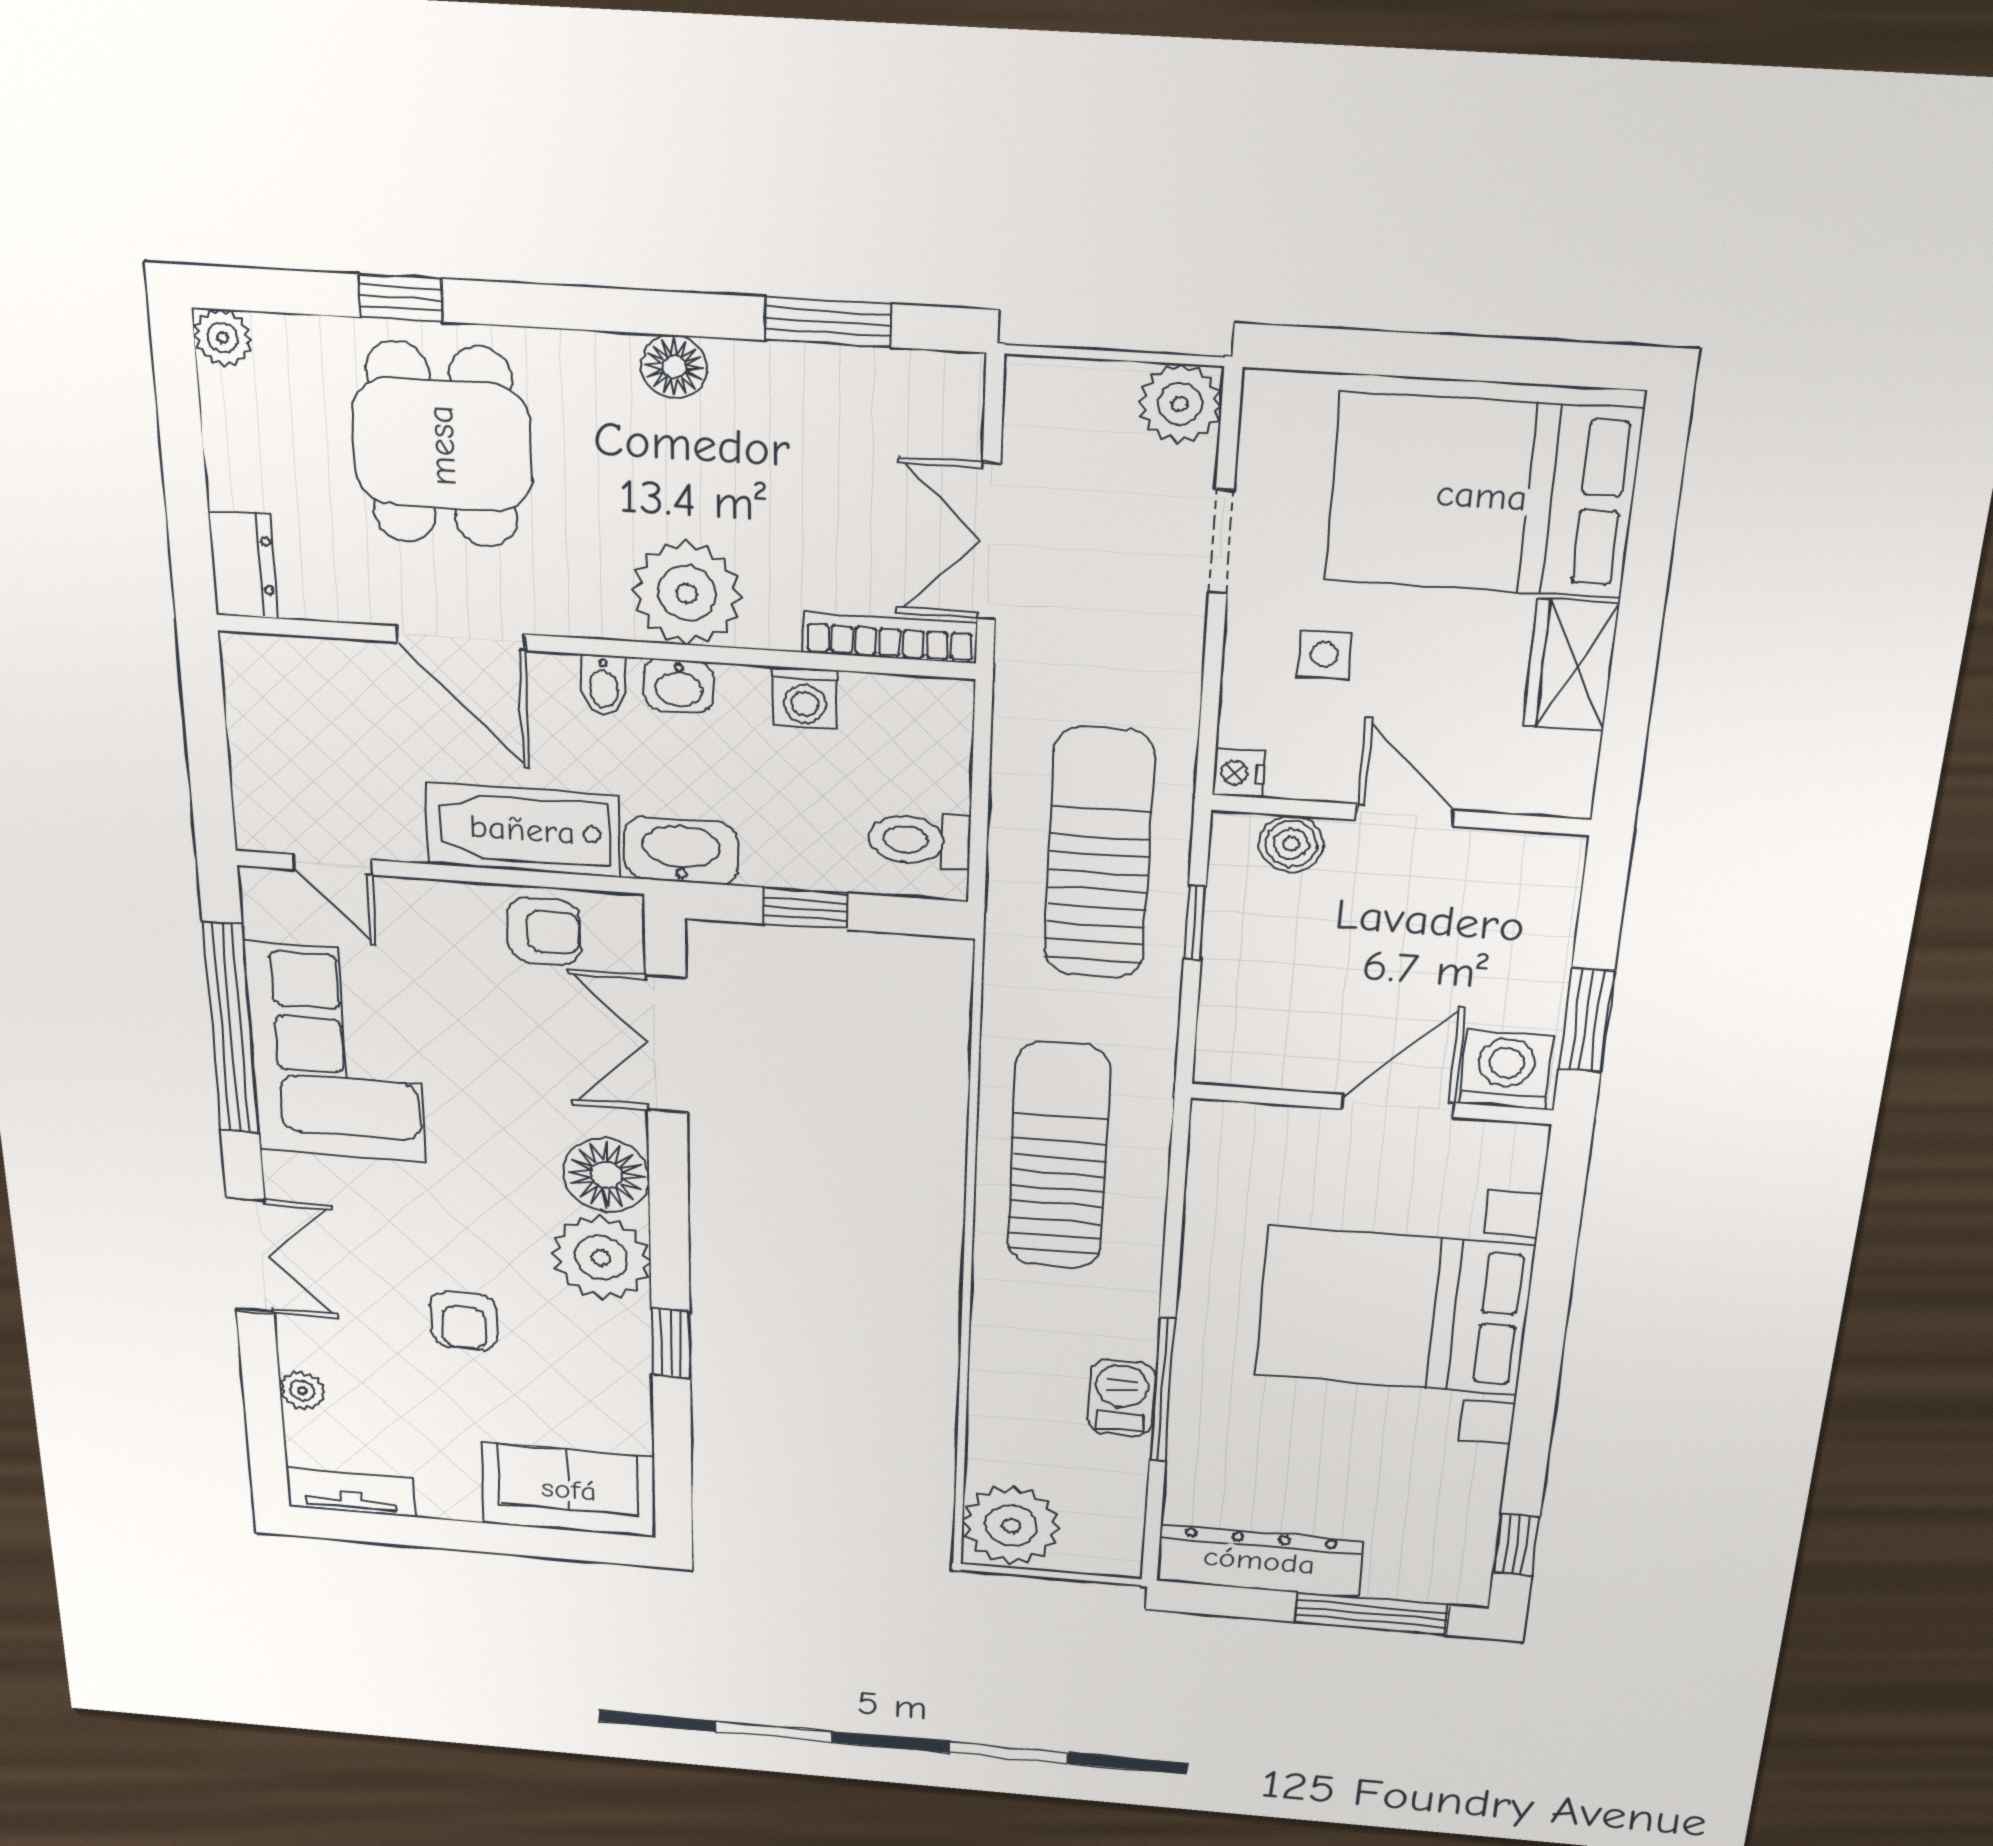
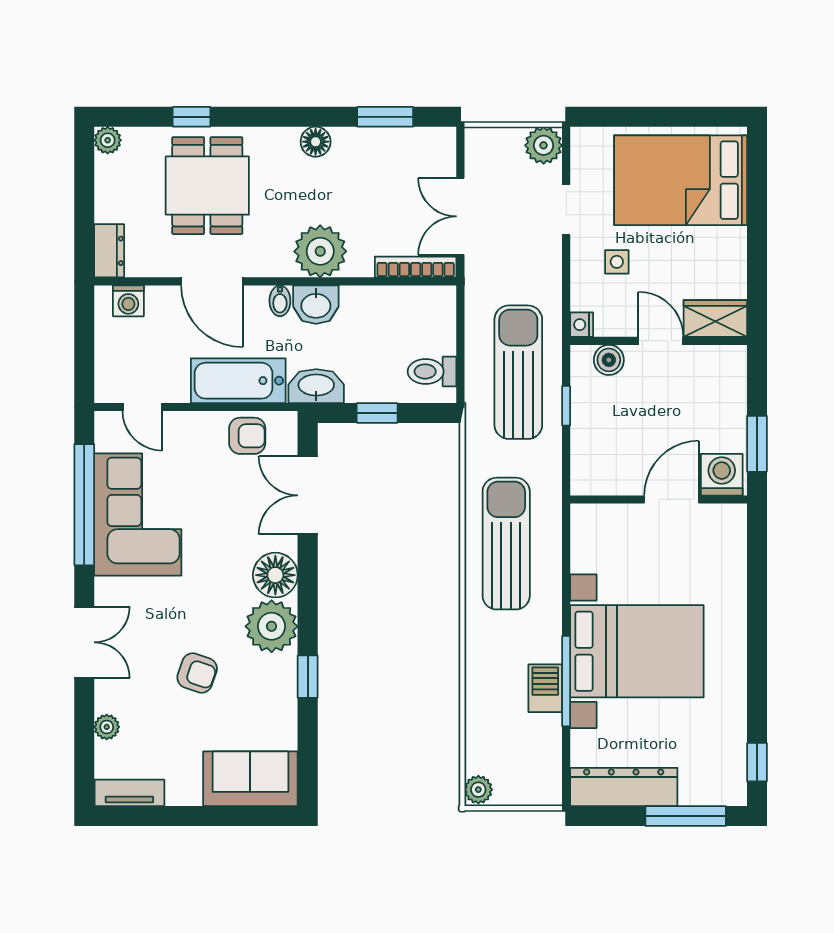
wardrobe: (1571, 665) -> (715, 318), moved, turned 90
washbasin: (679, 686) -> (316, 305), width x1.38, depth x1.45
washing machine: (805, 698) -> (128, 301), moved
bed with nightstands: (1394, 1311) -> (637, 651), moved, turned 180
armchair: (464, 1321) -> (197, 673), turned -71
plant: (1011, 1525) -> (478, 790), width x0.53, depth x0.53

